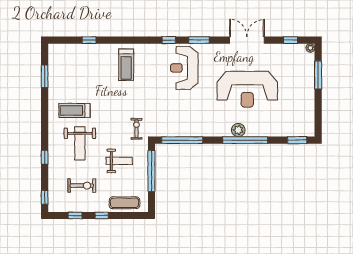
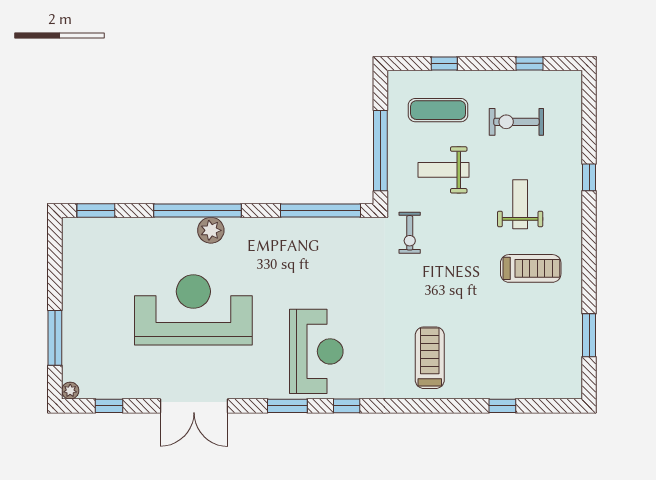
weight bench: (80, 143) -> (520, 204), width x0.73, depth x0.75
window: (45, 197) -> (589, 99), removed
exercise mat: (124, 203) -> (438, 110), moved
window: (102, 215) -> (444, 63), moved

